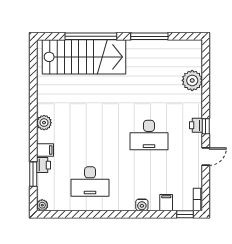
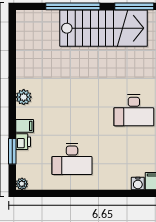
stairs: (84, 57) -> (104, 28), moved
water cooler: (142, 205) -> (138, 183), moved

